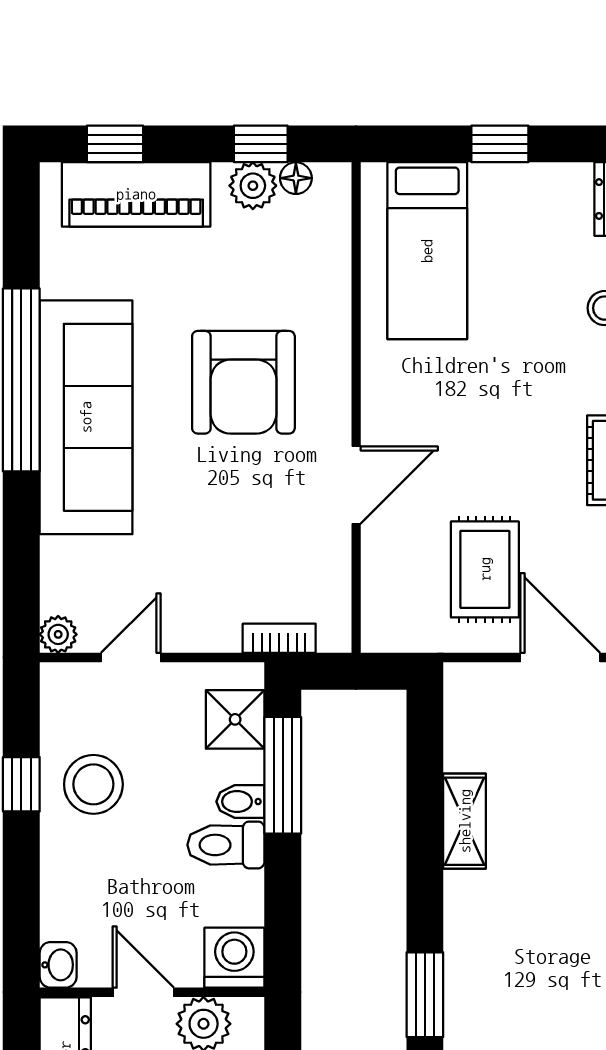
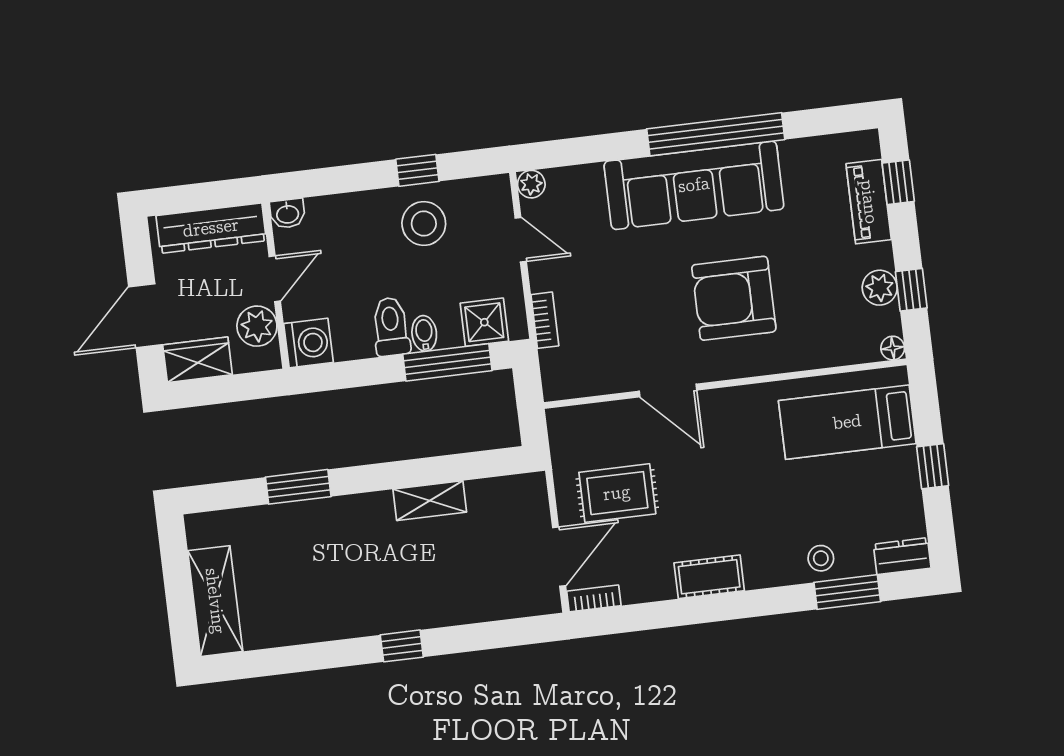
floor lamp: (296, 178) -> (893, 348), moved
piano: (136, 194) -> (869, 202), width x0.73, depth x0.75
bookcase: (279, 638) -> (545, 320), moved

